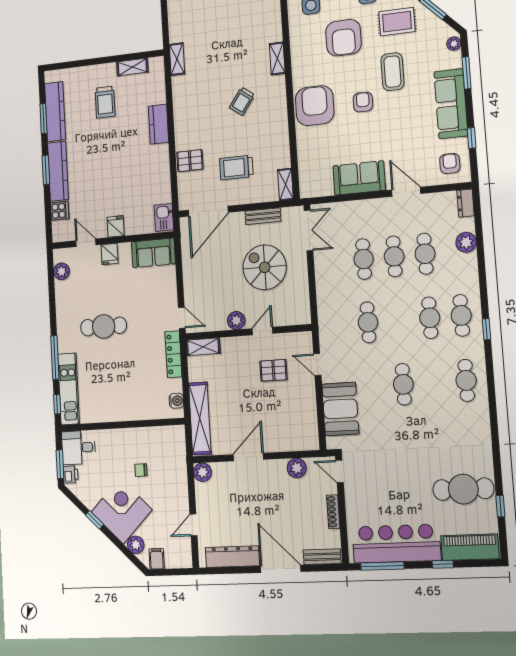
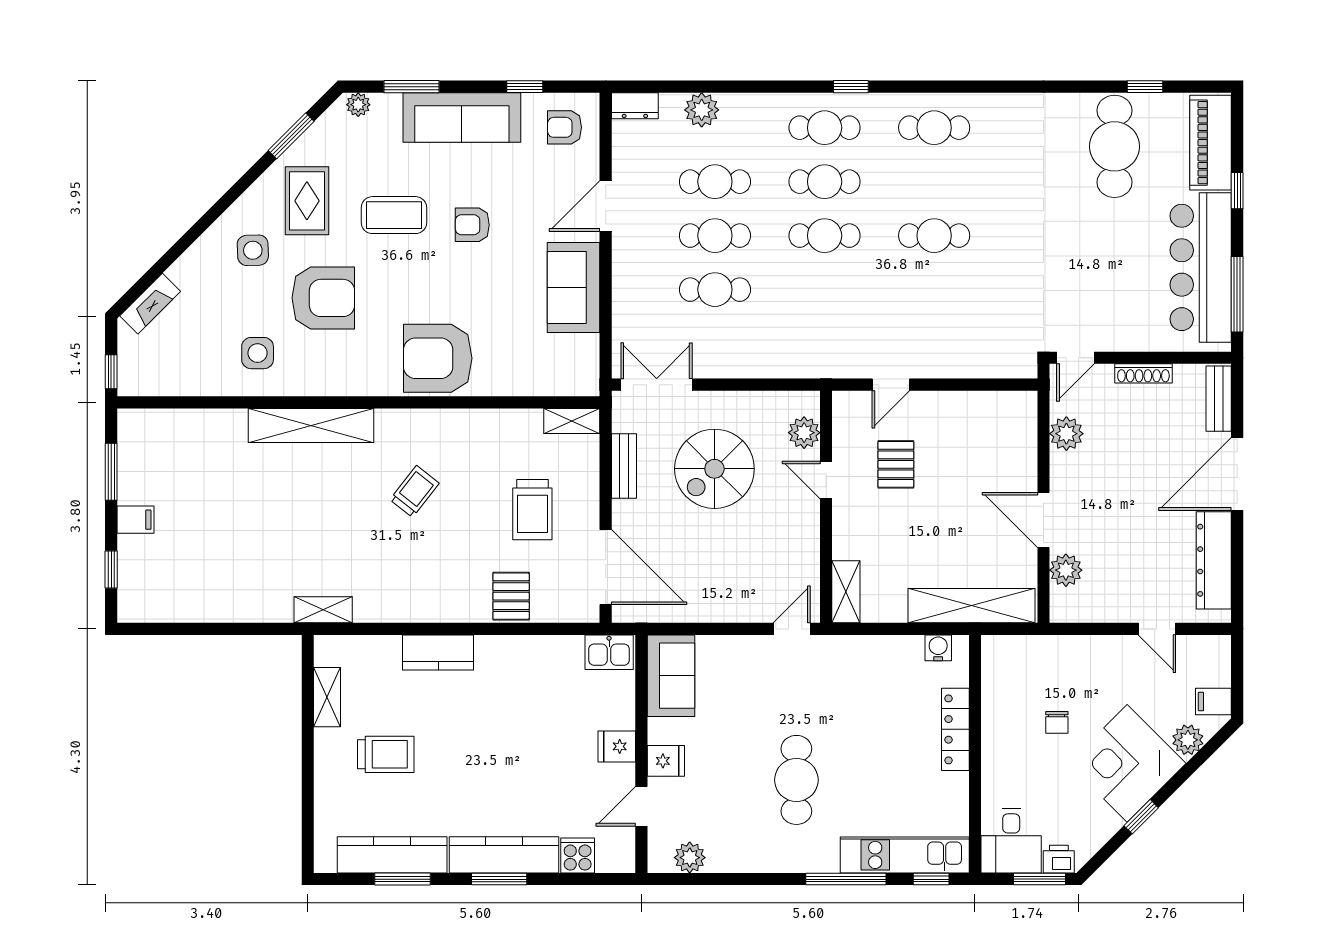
shelving: (277, 59) -> (311, 425), width x2.20, depth x1.33
trolley: (242, 101) -> (415, 491), turned -88
armchair: (363, 102) -> (472, 225), moved
plant: (236, 321) -> (804, 433), moved
cafe table: (368, 322) -> (825, 236), moved
locker: (173, 354) -> (955, 729), moved, turned 90
booth: (340, 409) -> (969, 349), removed
plant: (202, 472) -> (1066, 570), moved

